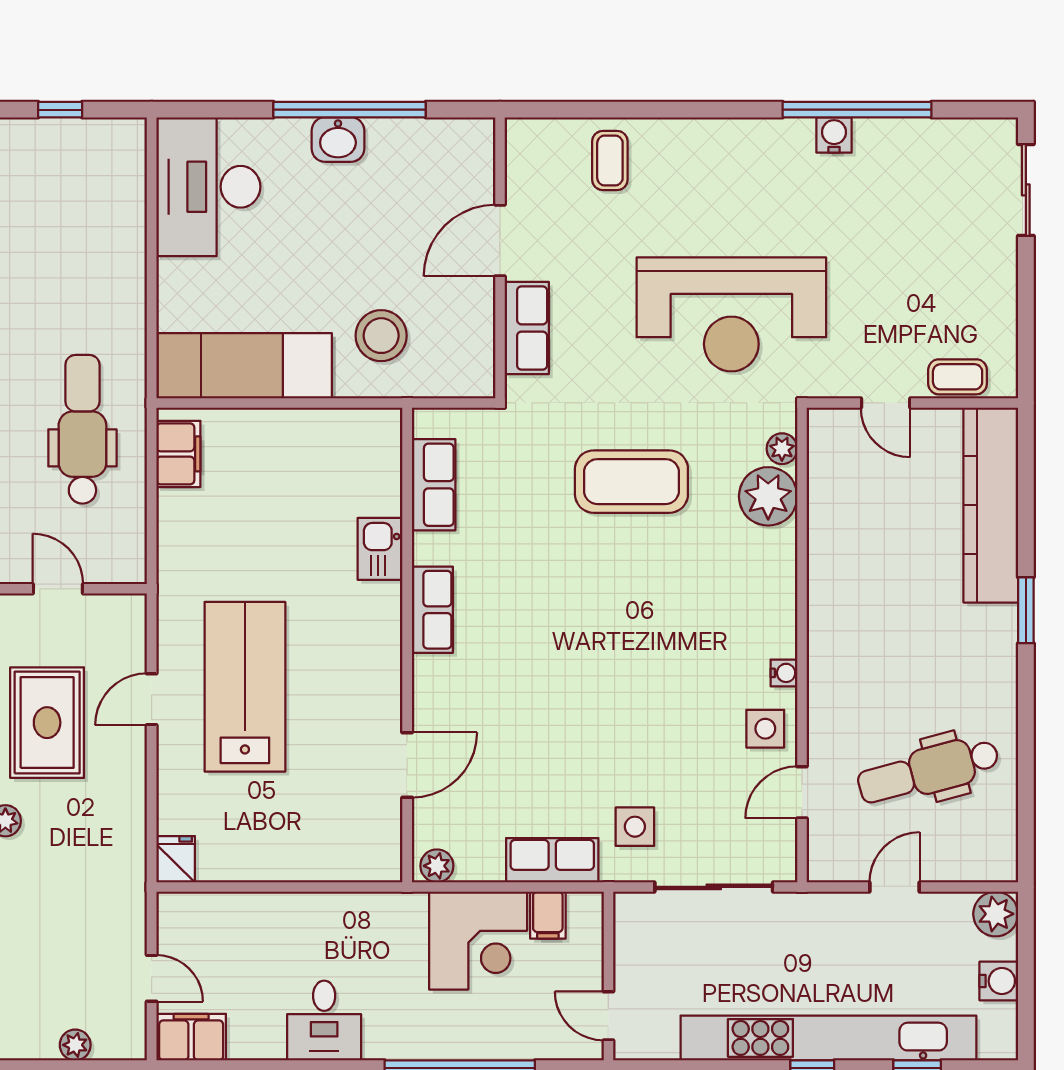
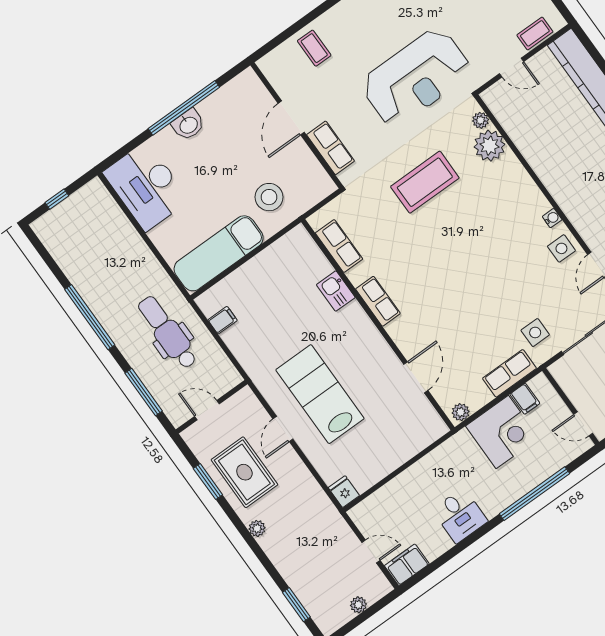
filing cabinet: (178, 454) -> (223, 320), width x0.50

